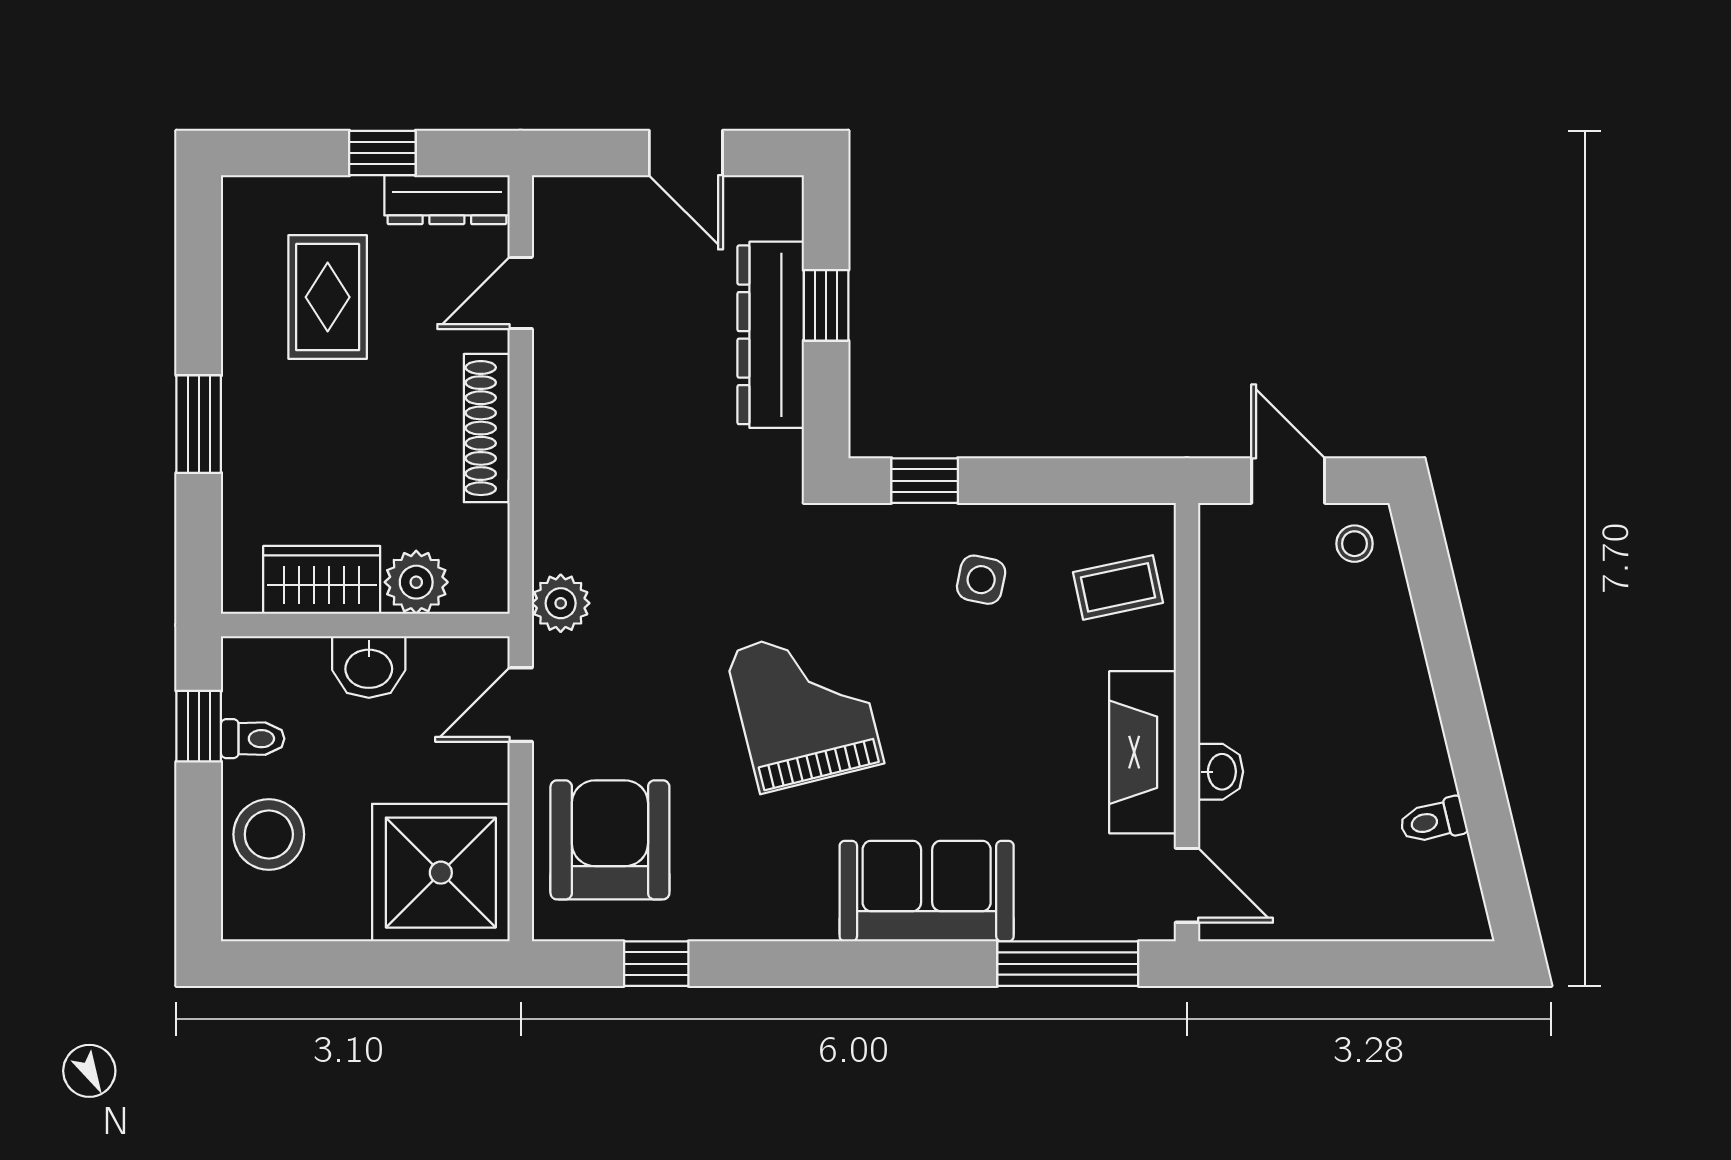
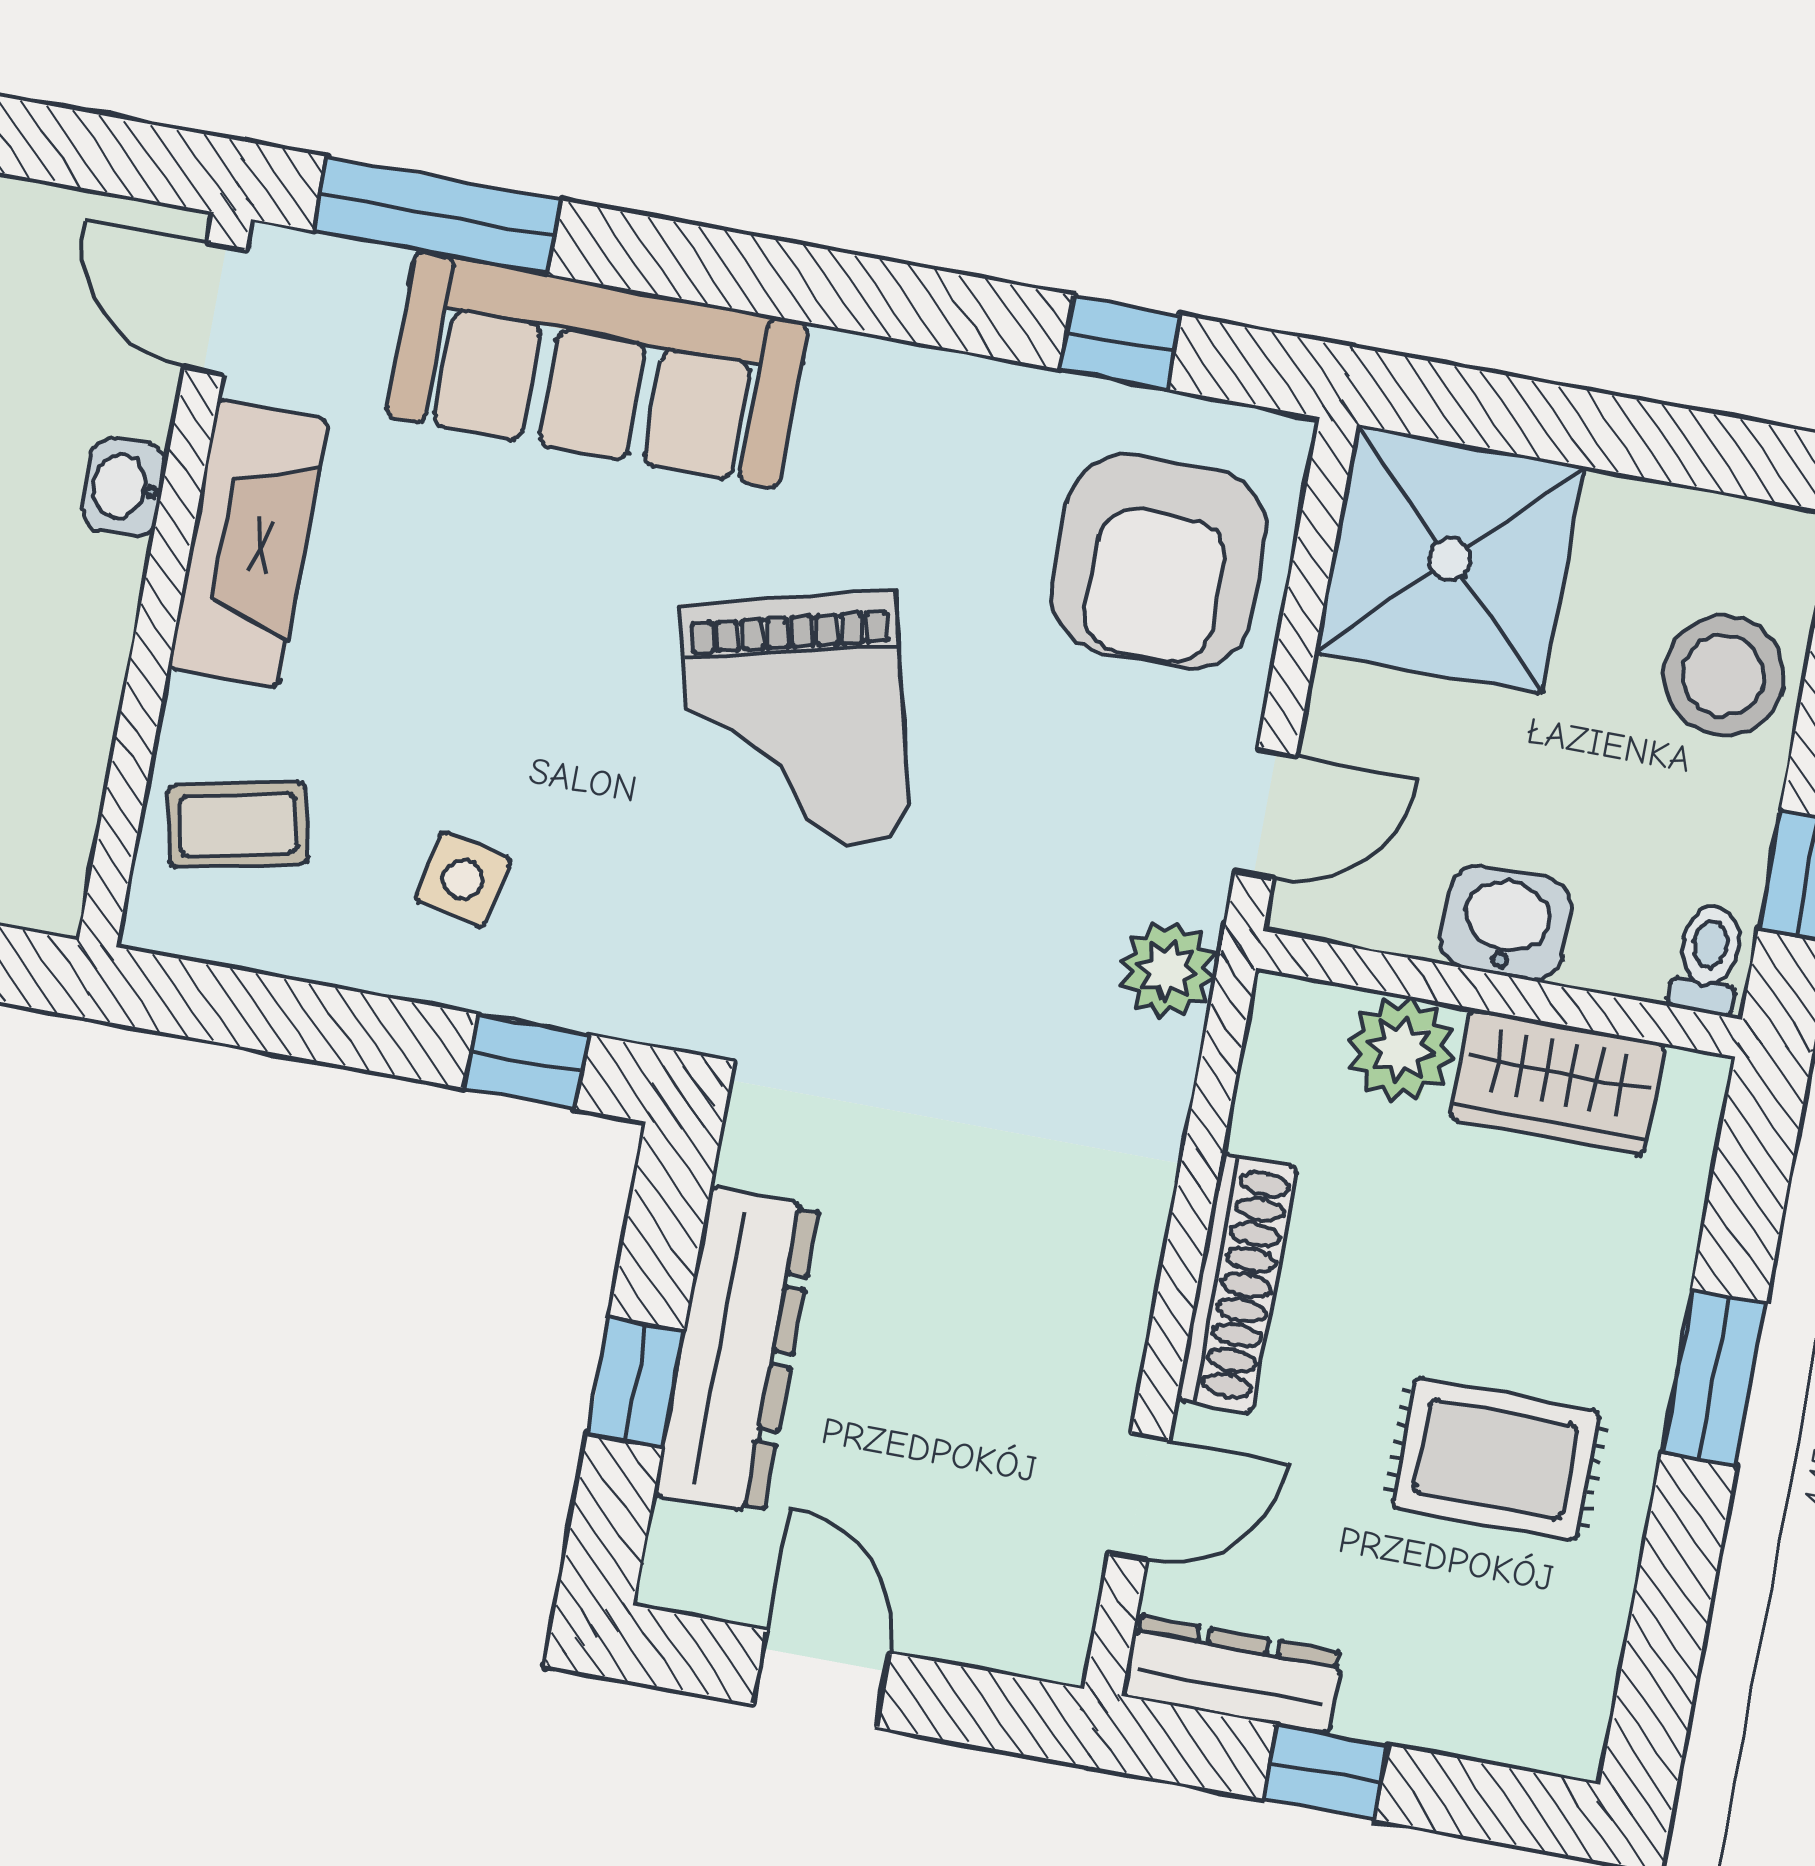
rug: (328, 297) -> (1496, 1459), moved, turned 90
toilet: (253, 739) -> (1708, 959), moved, turned 90
sofa: (927, 891) -> (597, 370), width x1.36

